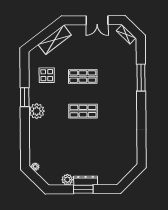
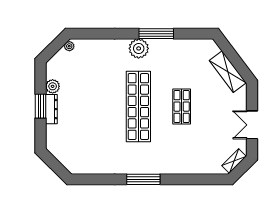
display table: (47, 75) -> (184, 61), removed
window: (141, 78) -> (143, 179), moved
window: (25, 97) -> (156, 34), width x1.44
shop shelf: (83, 111) -> (138, 107), width x2.00, depth x1.36

